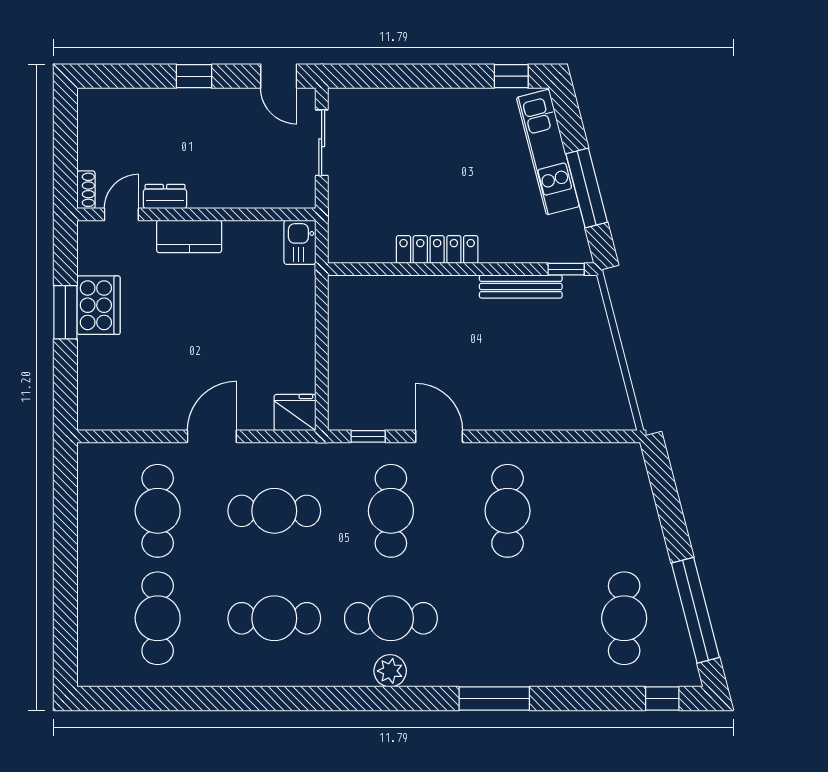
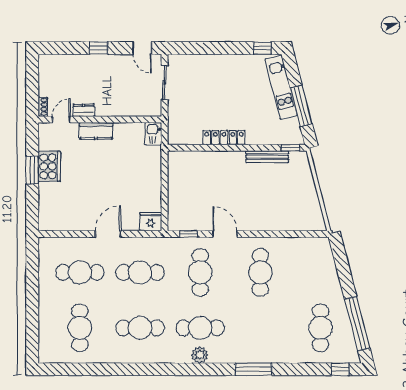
cafe table: (158, 511) -> (80, 272), turned 90

